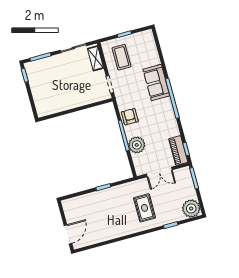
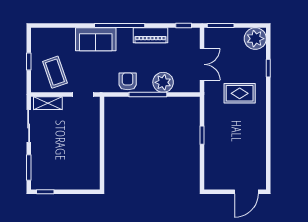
coffee table: (122, 57) -> (55, 72), turned 71
armchair: (130, 117) -> (128, 81), turned 90
piano: (178, 151) -> (150, 35), moved
door: (68, 234) -> (246, 192), swing flipped

